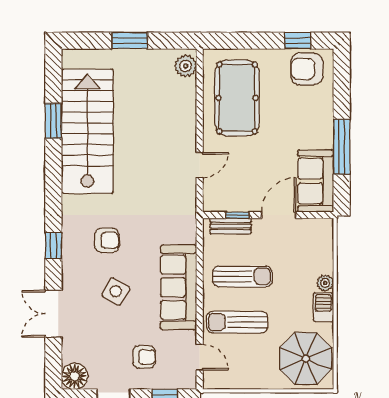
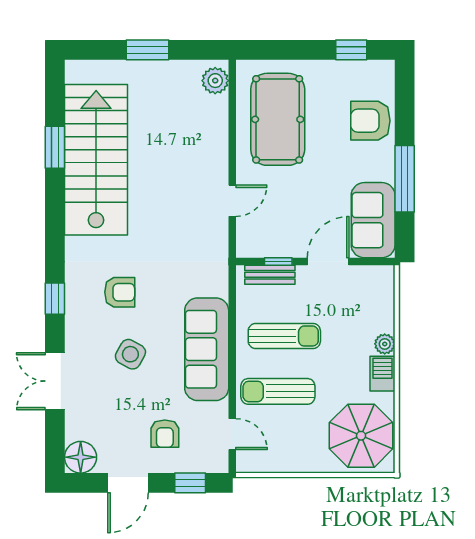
armchair: (307, 69) -> (370, 121), moved
armchair: (144, 357) -> (165, 434), turned 90

